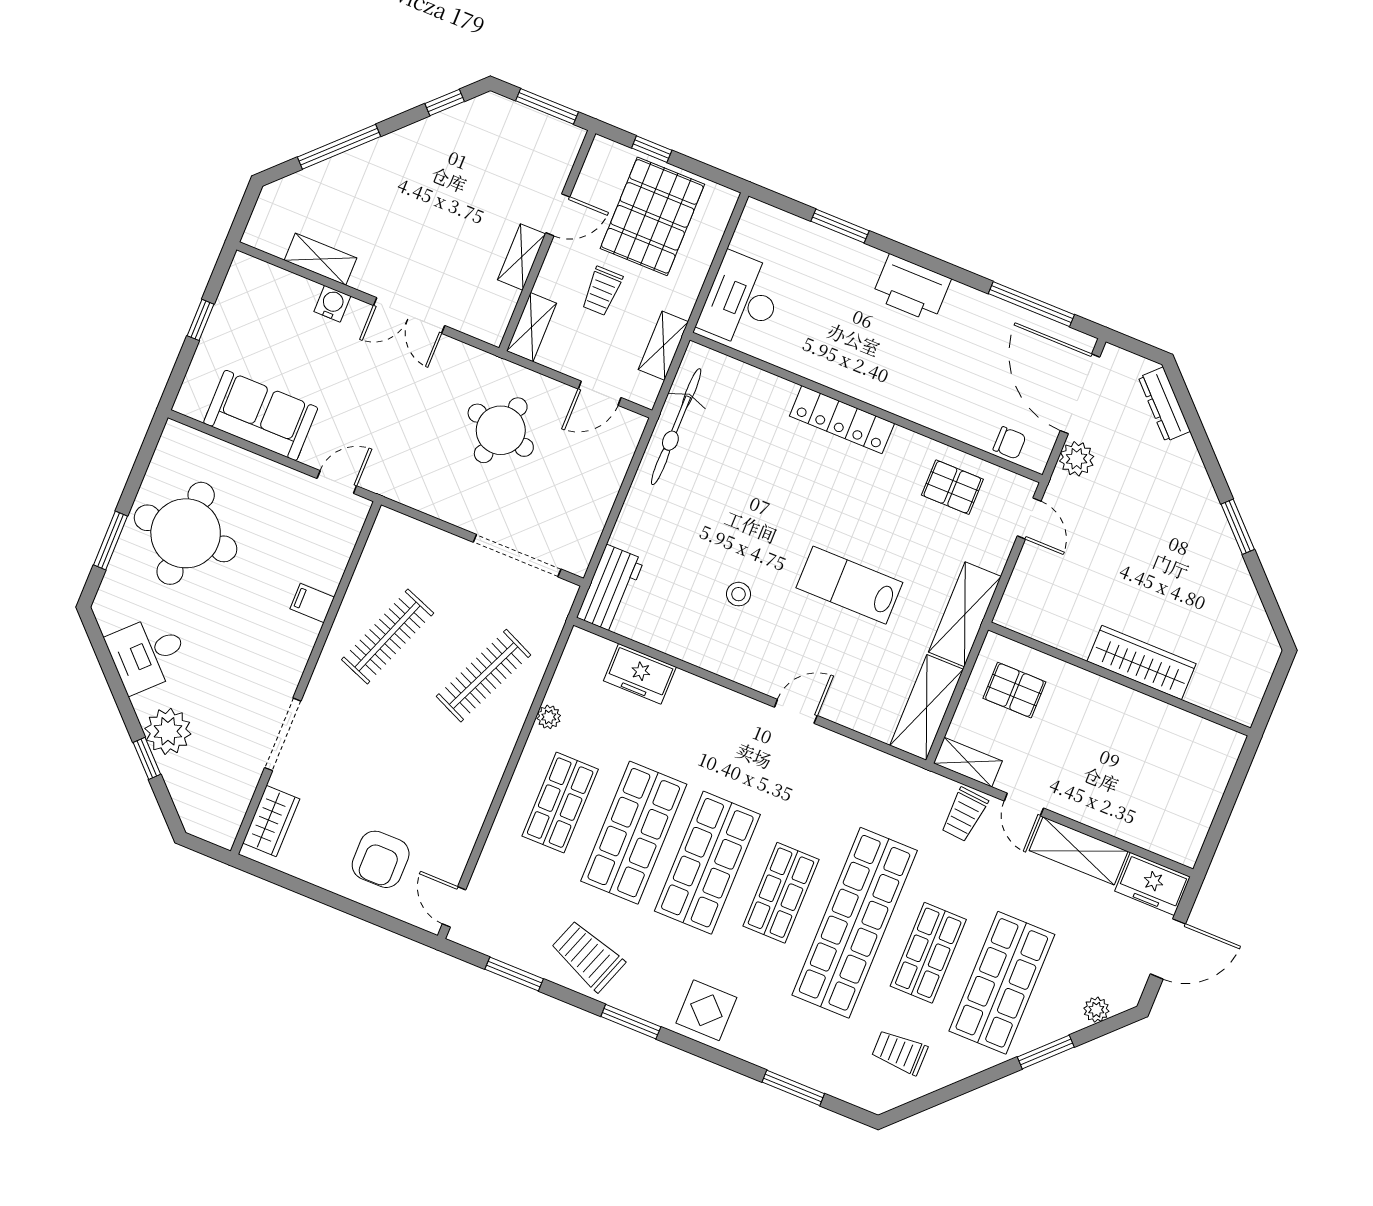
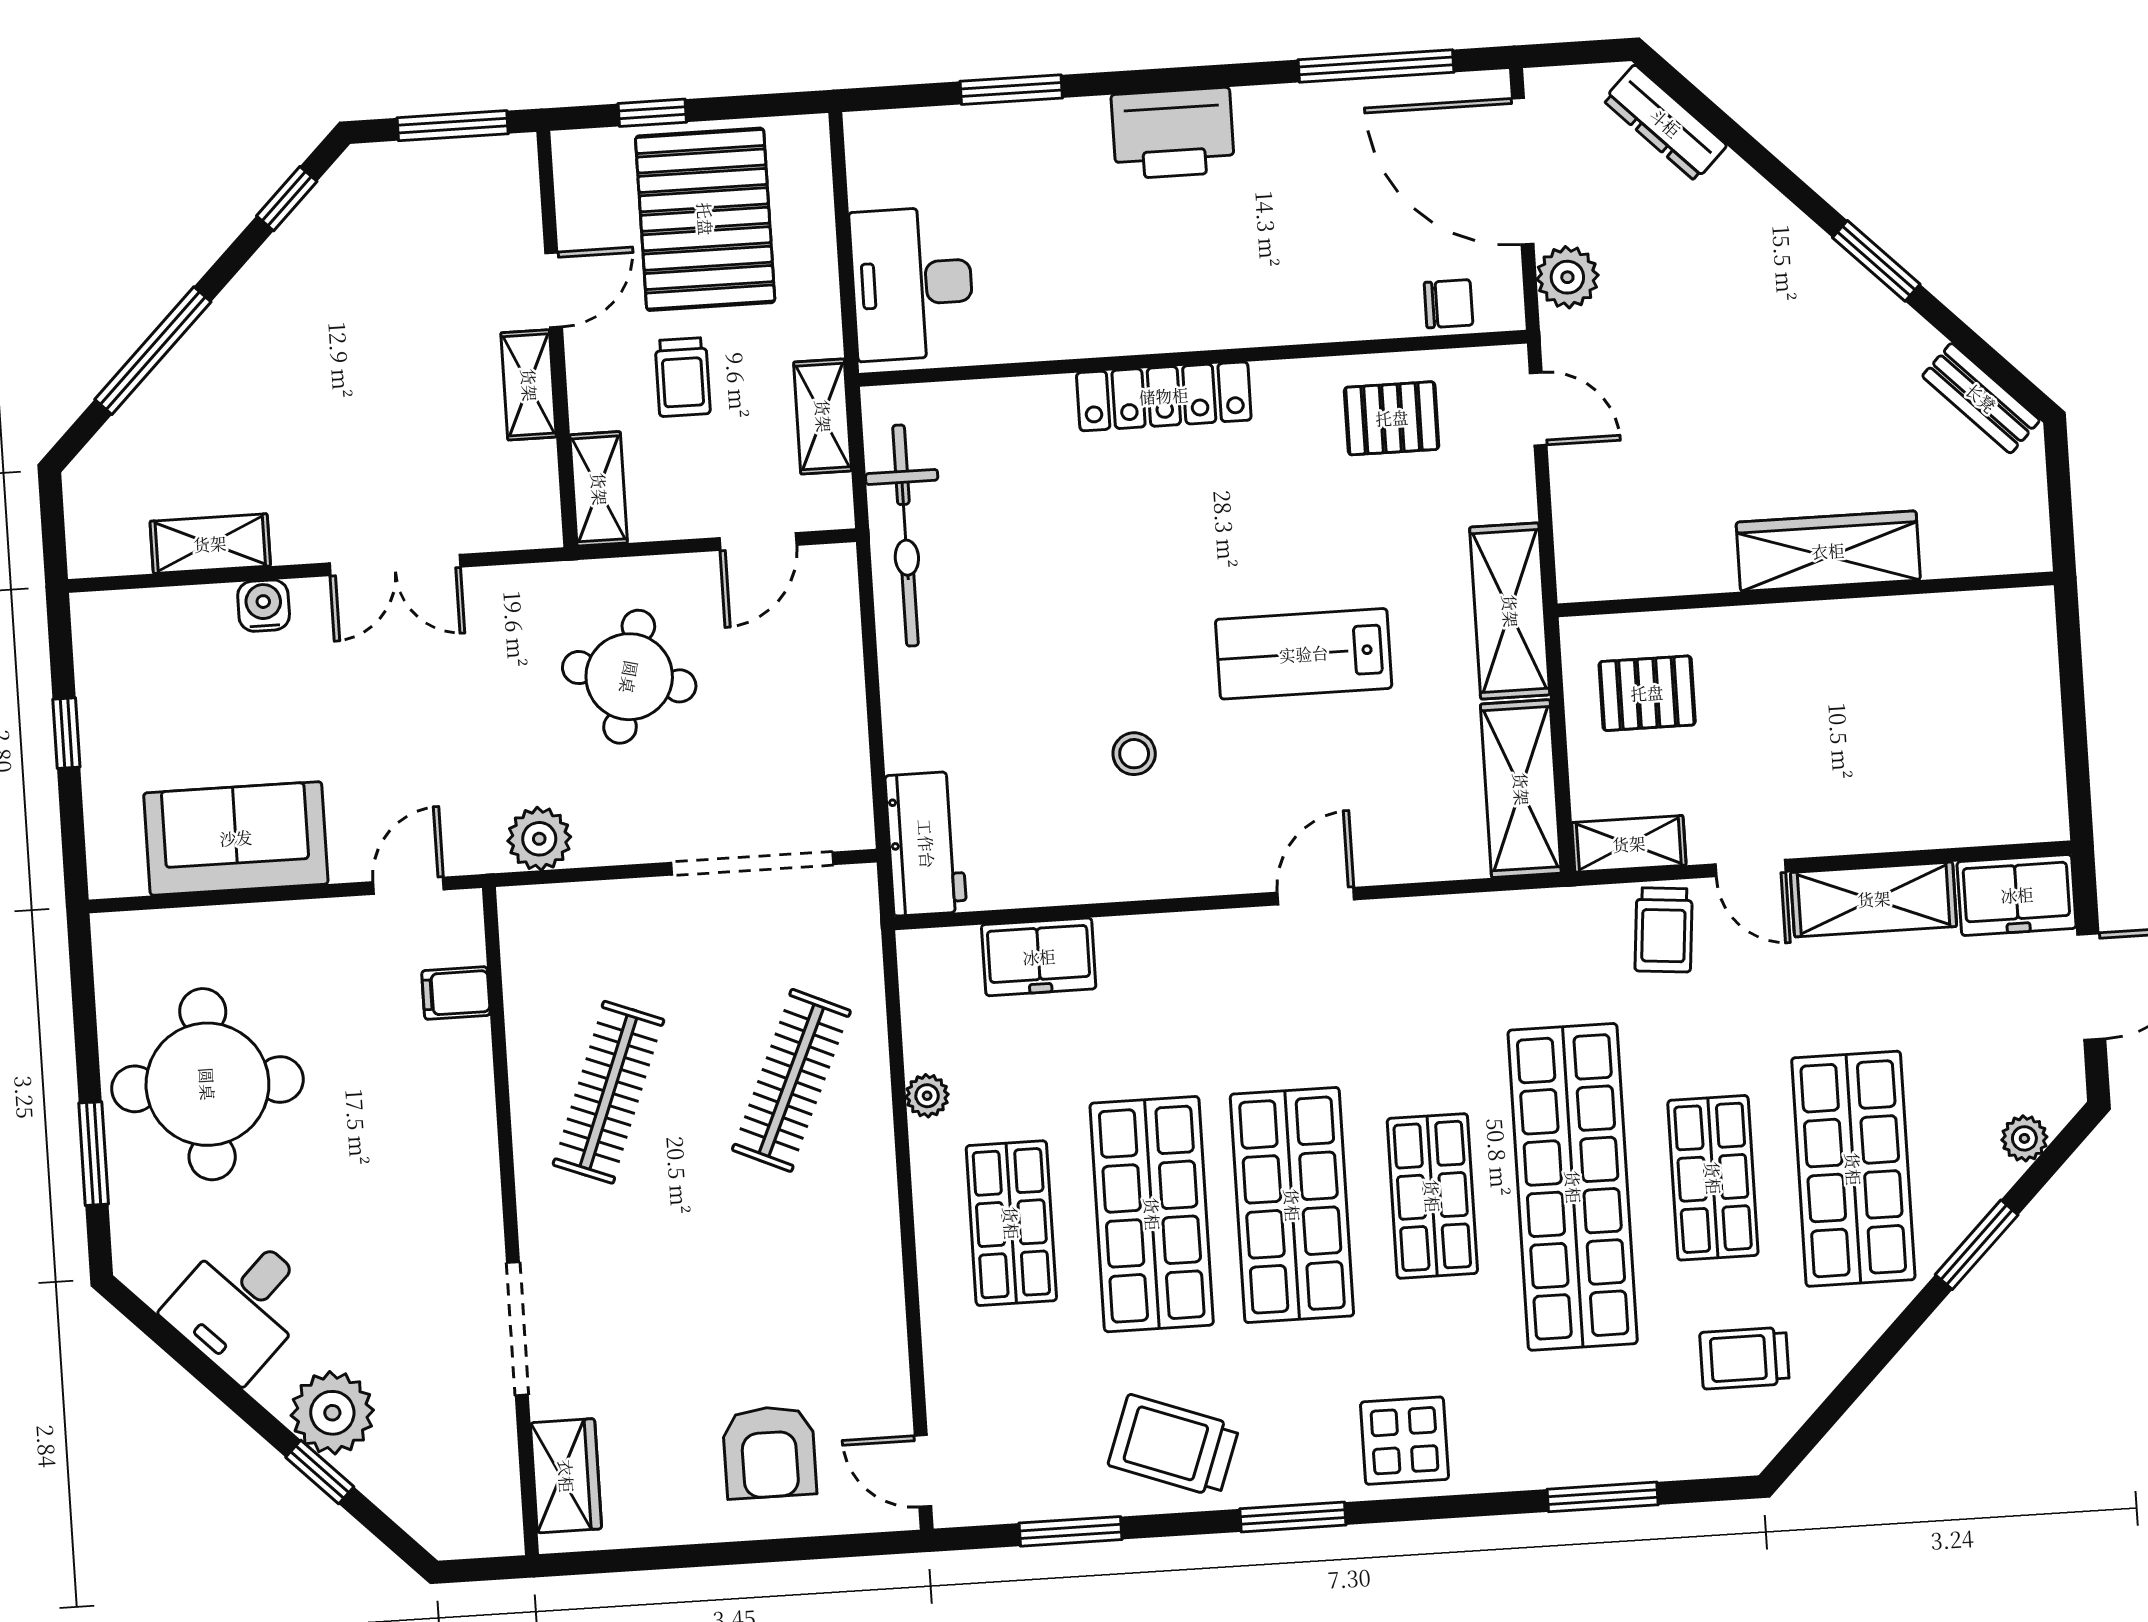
plant: (415, 490) -> (539, 839), added
filing cabinet: (312, 603) -> (456, 993), moved
bench: (1257, 622) -> (1981, 398), added

